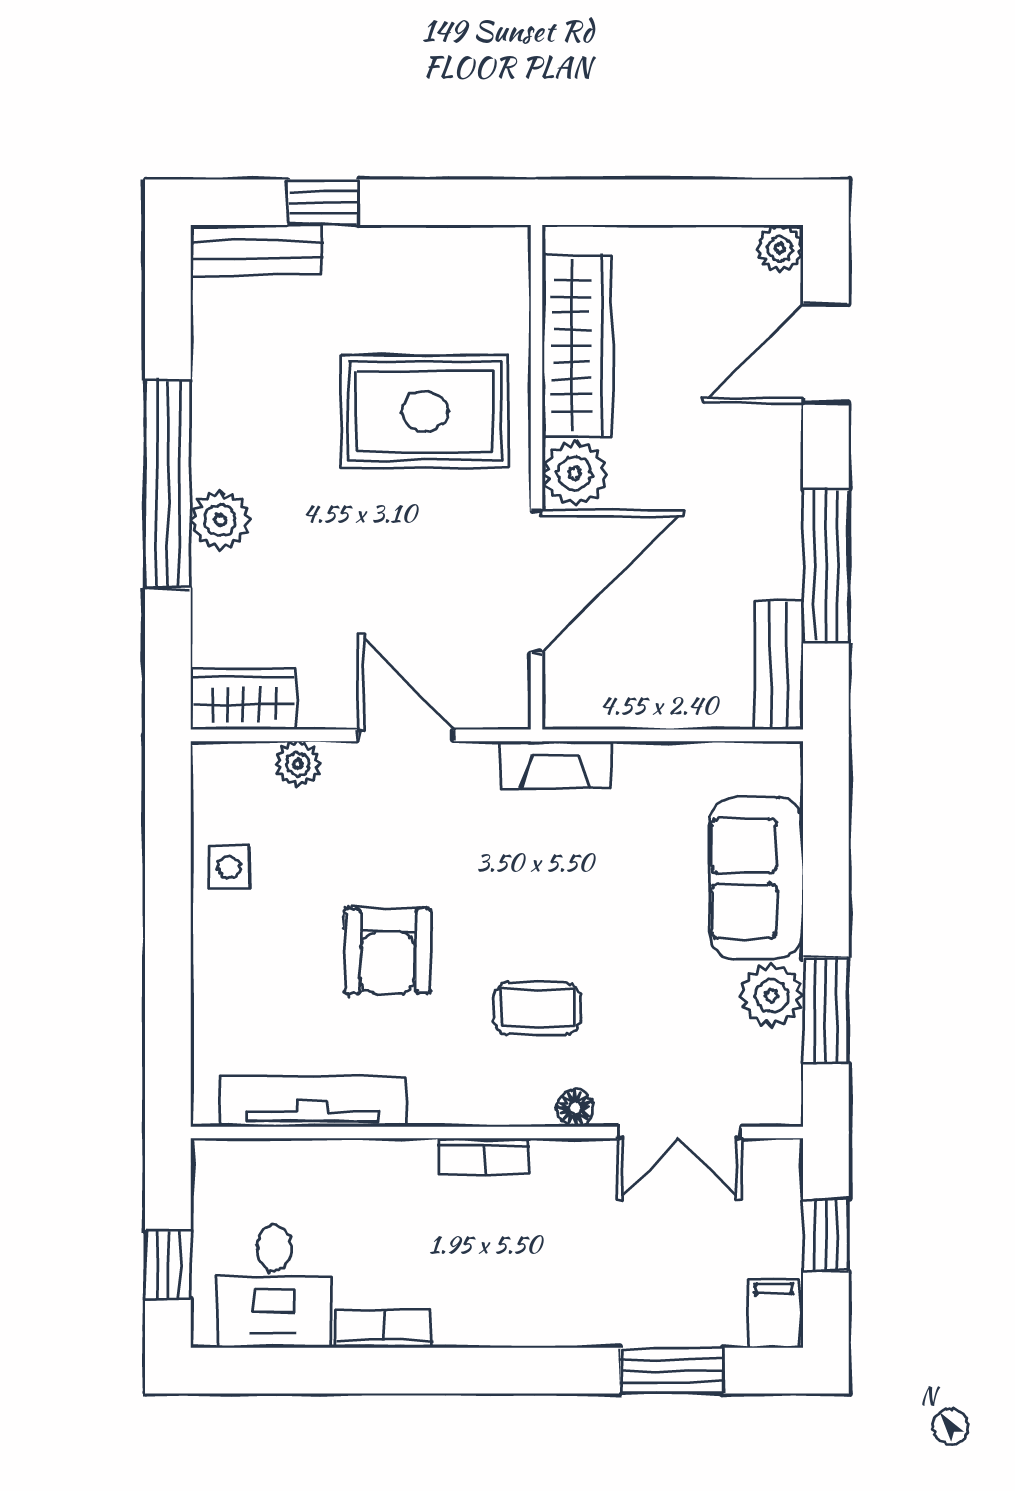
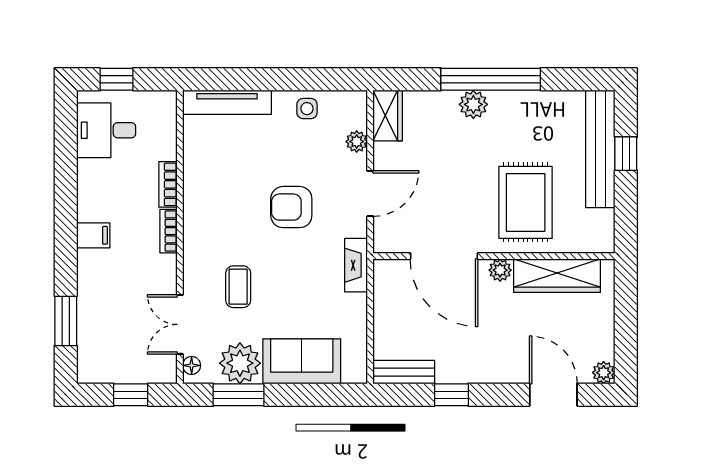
bench: (256, 250) -> (600, 149), width x1.86, depth x1.21
plant: (575, 473) -> (500, 270), width x0.73, depth x0.73
window: (826, 566) -> (451, 395), width x0.46
armchair: (388, 951) -> (291, 207), moved
plant: (772, 996) -> (240, 363), width x1.36, depth x1.36
coffee table: (537, 1008) -> (238, 287), moved
tv unit: (313, 1102) -> (227, 102), moved, turned 90
floor lamp: (575, 1108) -> (192, 365), moved
filing cabinet: (773, 1313) -> (93, 235), moved
bookcase: (384, 1329) -> (168, 184), moved, turned 180

